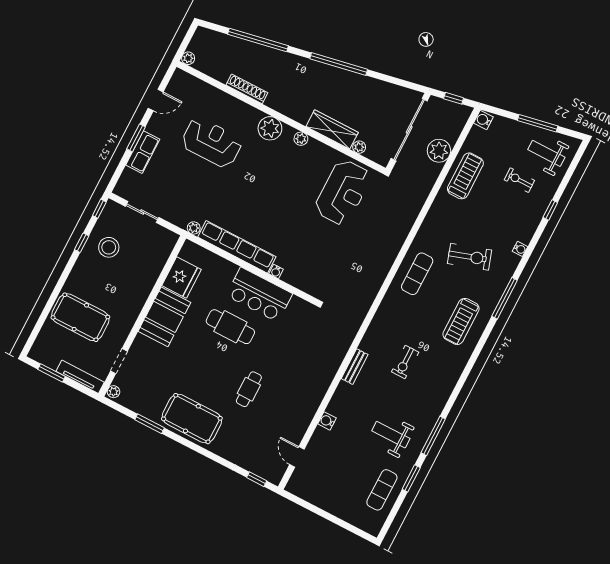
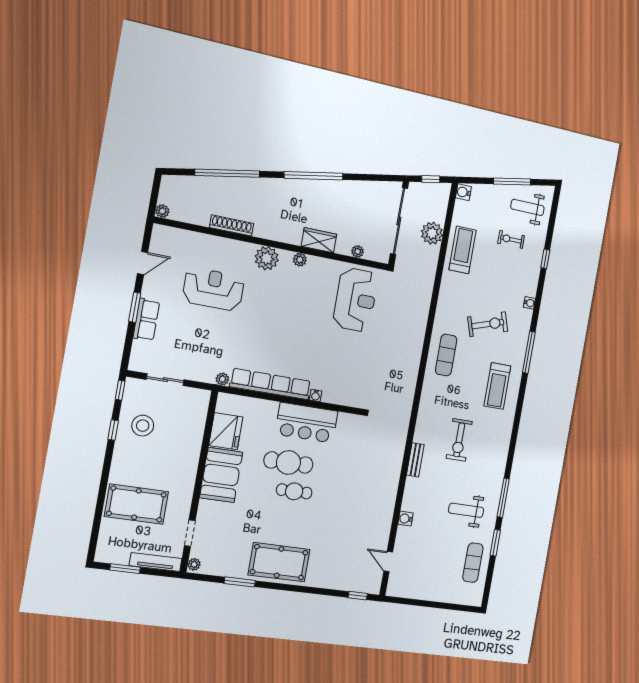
wardrobe: (332, 129) -> (319, 240), width x0.67
exercise bike: (405, 362) -> (459, 440), width x1.38, depth x1.39
cafe table: (249, 389) -> (294, 491), moved, turned 90

